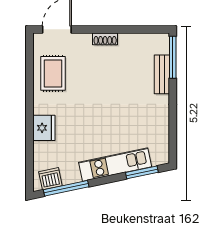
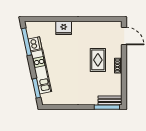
rug: (53, 73) -> (98, 60), moved, turned 90
bench: (162, 74) -> (110, 100), moved
dishwasher: (50, 179) -> (35, 44), moved

